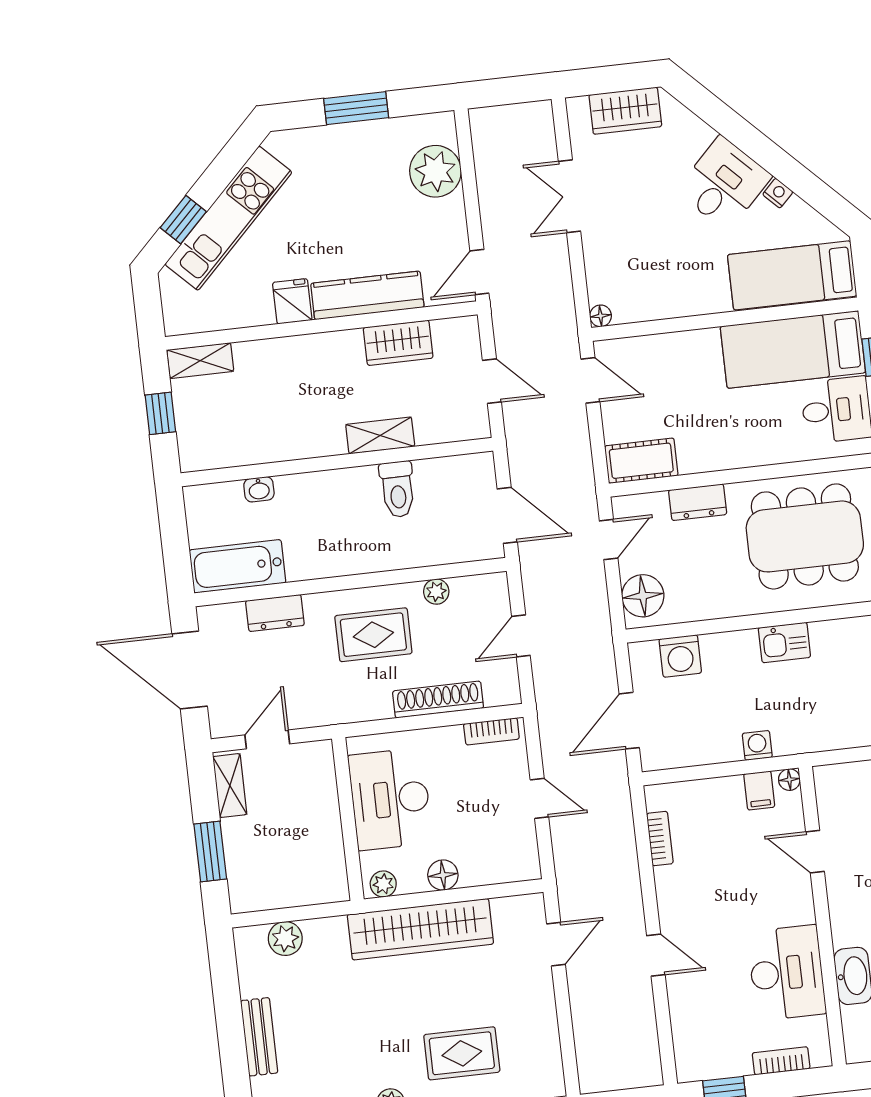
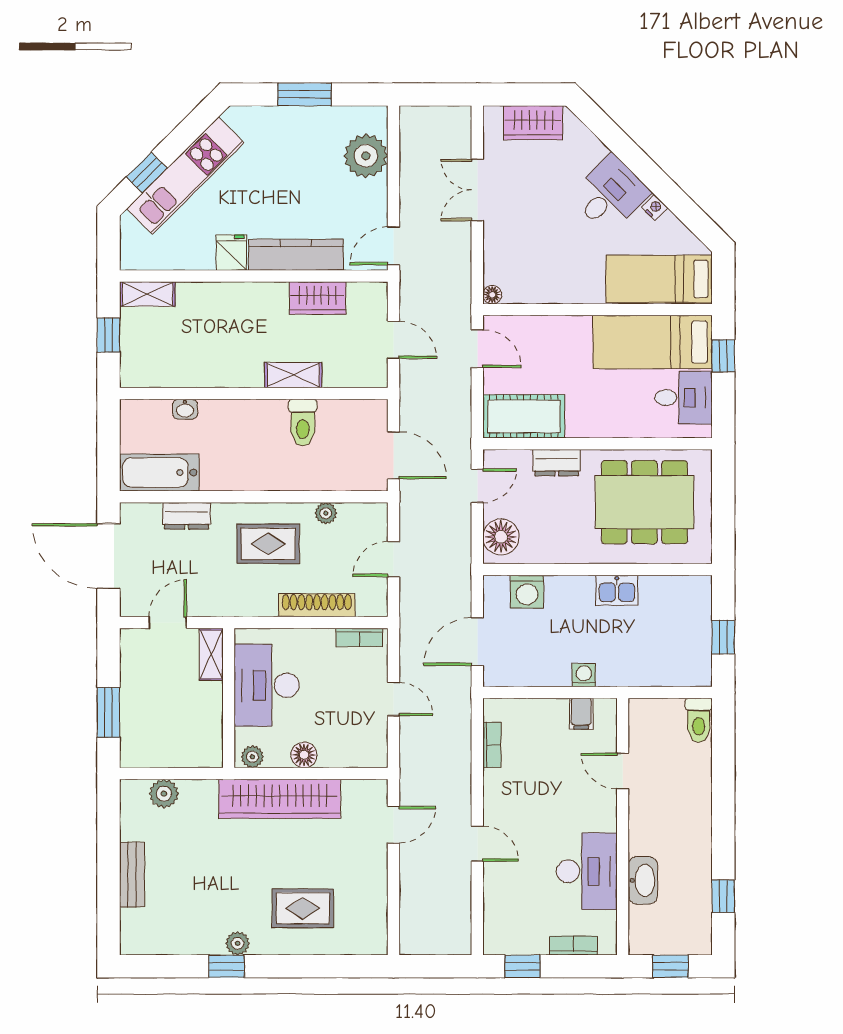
cot: (641, 461) -> (524, 416), width x1.37, depth x1.34
floor lamp: (789, 780) -> (608, 707), removed
shelving: (230, 786) -> (211, 654), moved

